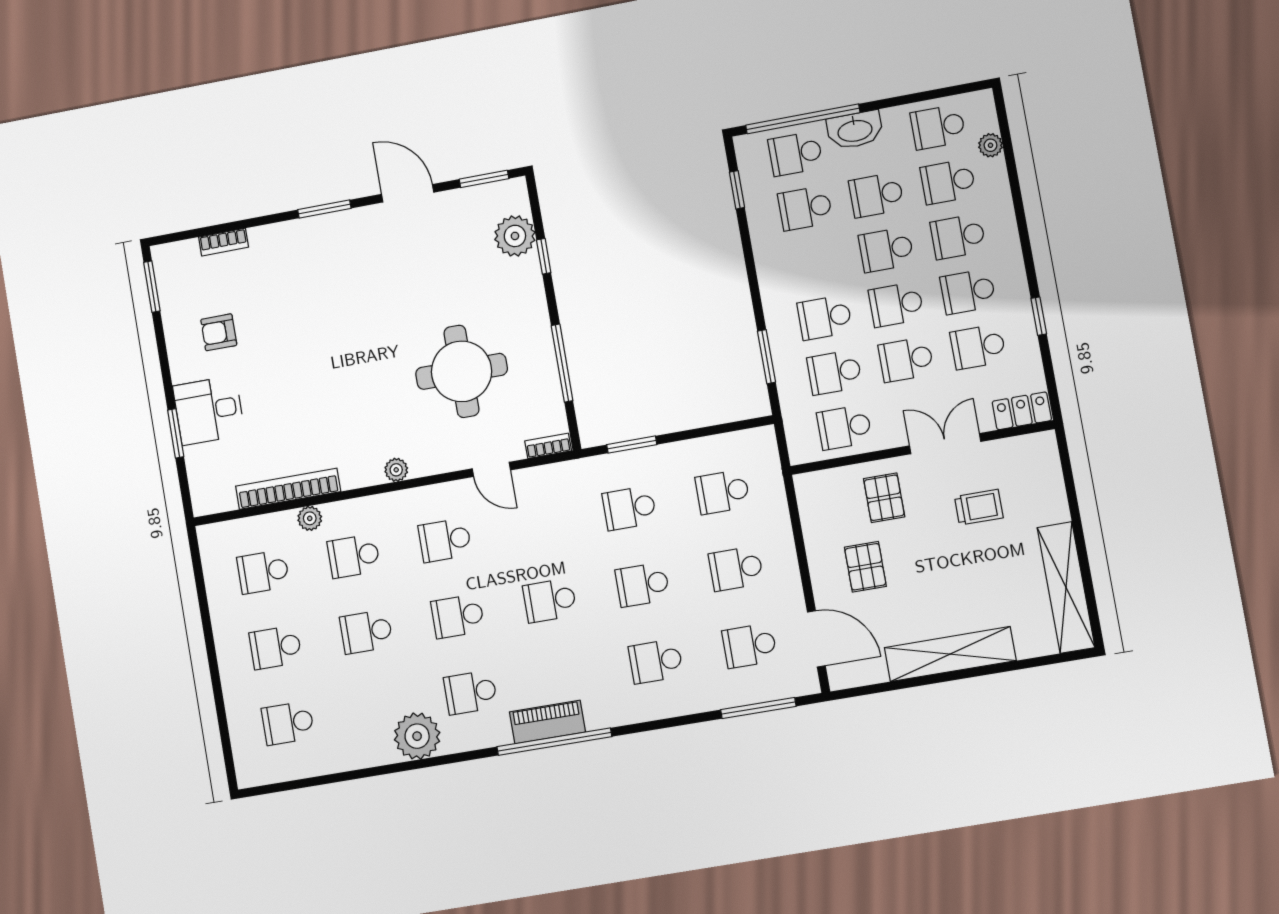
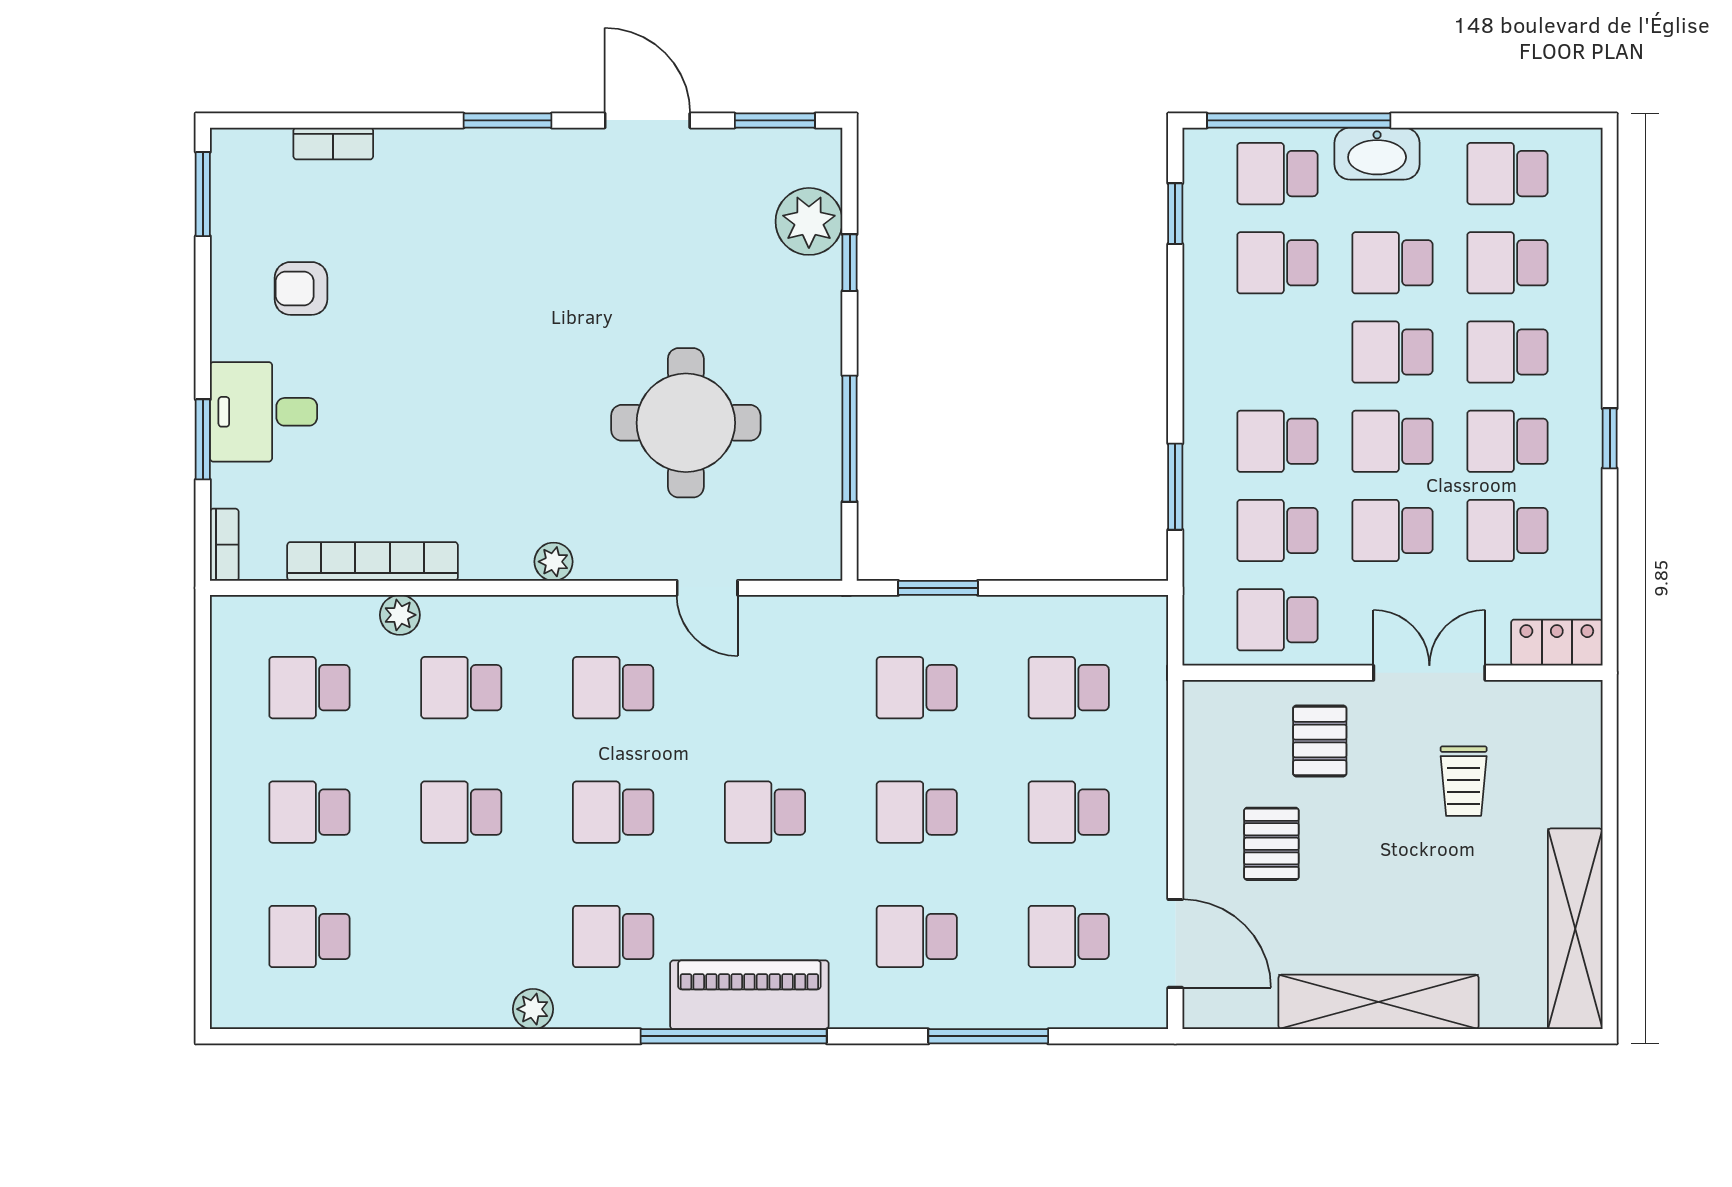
plant: (990, 145) -> (1583, 218), removed
window: (1039, 316) -> (1610, 438), moved
bookcase: (548, 446) -> (224, 545), moved, turned 90
trolley: (979, 507) -> (1464, 781), turned 90
window: (758, 708) -> (988, 1036), moved
piano: (547, 722) -> (749, 995), width x1.37, depth x1.33
plant: (417, 736) -> (533, 1009), width x0.53, depth x0.53

